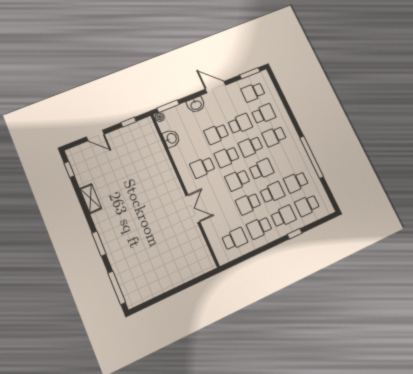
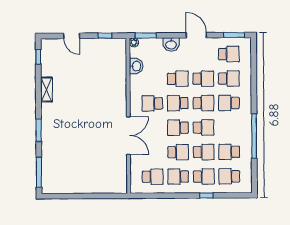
school desk: (253, 92) -> (229, 54), turned 180
school desk: (216, 134) -> (178, 79), turned 180
school desk: (251, 146) -> (203, 103), turned 180
school desk: (248, 204) -> (178, 152), turned 180
double door: (193, 209) -> (128, 135), width x1.37

